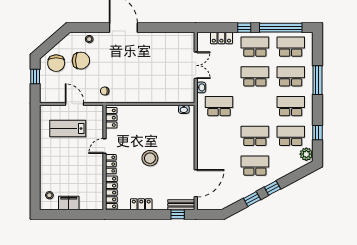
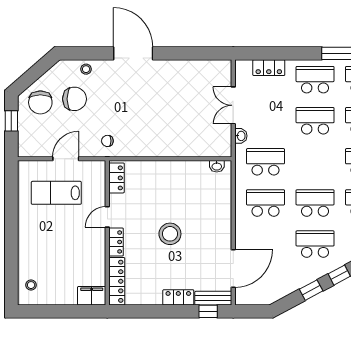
window: (244, 28) -> (300, 53), removed
double door: (196, 65) -> (233, 105), swing flipped
door: (74, 104) -> (66, 159), hinge flipped
school desk: (219, 136) -> (266, 203), added
filing cabinet: (69, 203) -> (92, 296), moved
locker: (141, 204) -> (178, 297), moved

